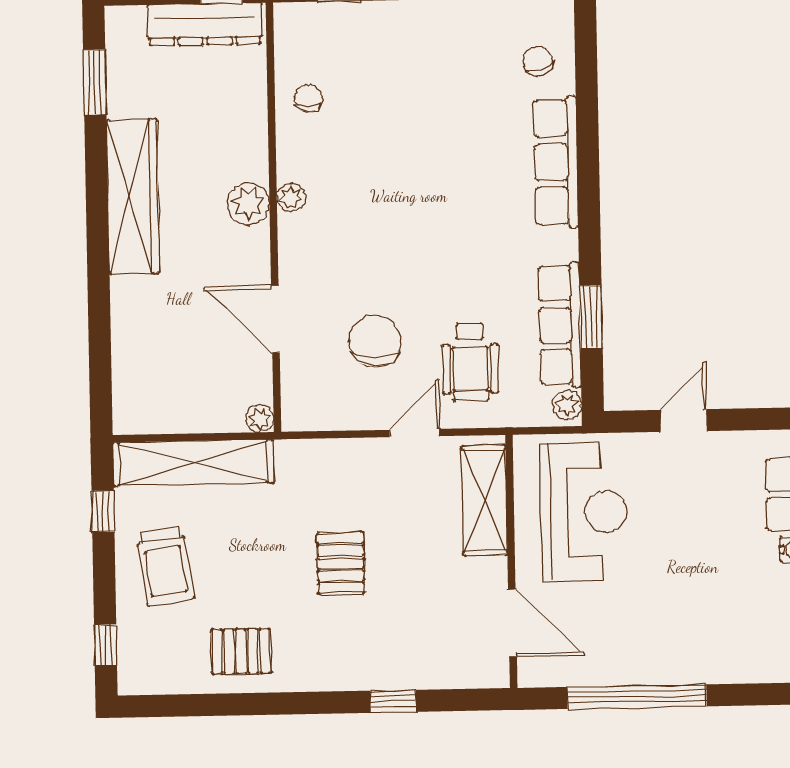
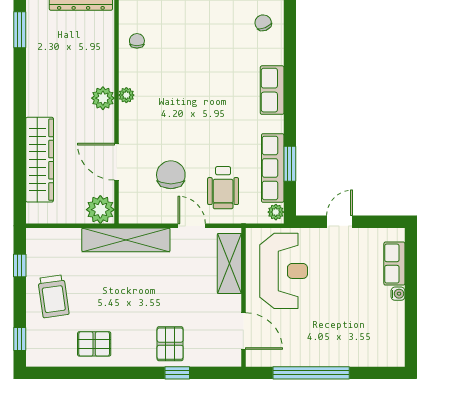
row of seats: (556, 162) -> (272, 90), width x0.68
wardrobe: (133, 197) -> (40, 160), moved
plant: (260, 418) -> (100, 210), width x1.88, depth x1.88
door: (415, 433) -> (192, 226), hinge flipped
shelving: (193, 463) -> (126, 240), moved
pallet: (341, 563) -> (170, 344), moved

